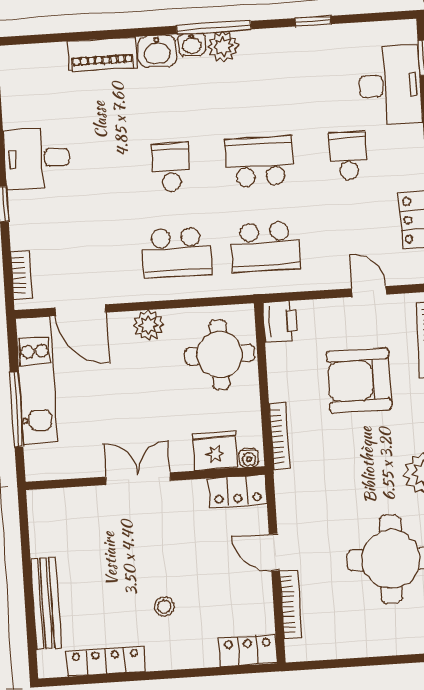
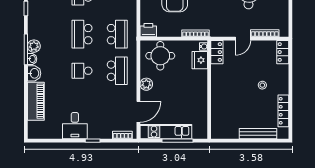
piano: (102, 54) -> (36, 101), width x1.37, depth x1.33
double door: (138, 479) -> (209, 93), removed

